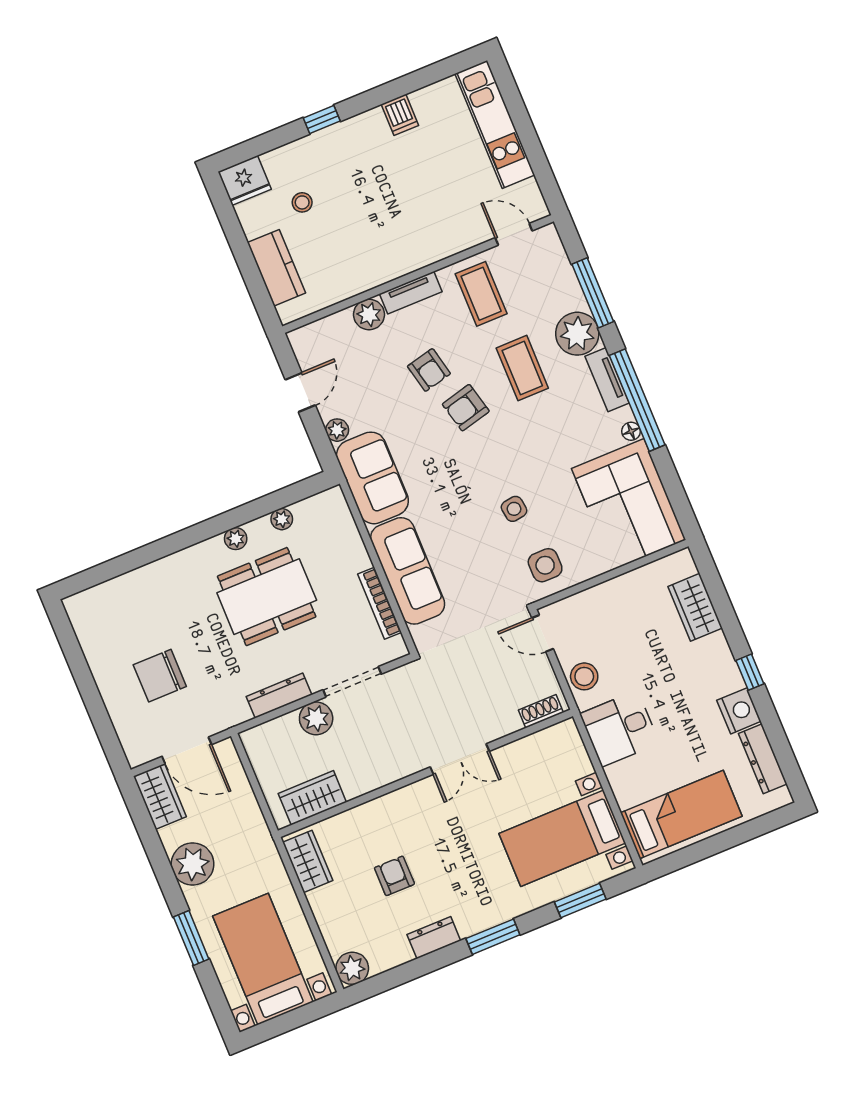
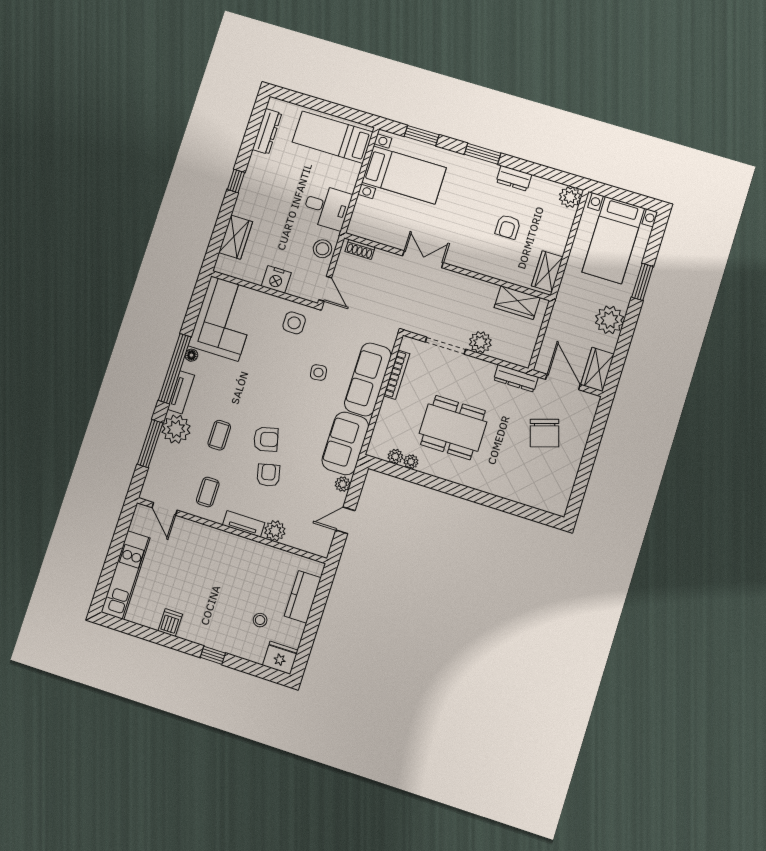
coffee table: (481, 294) -> (208, 492), width x0.73, depth x0.77
coffee table: (522, 368) -> (219, 435), width x0.73, depth x0.77
side table: (514, 509) -> (318, 373), moved
plant: (236, 539) -> (395, 456), moved
chair: (160, 676) -> (544, 433), turned 73
dresser: (279, 696) -> (516, 378), moved
nightstand: (739, 711) -> (276, 279), moved, turned -90

